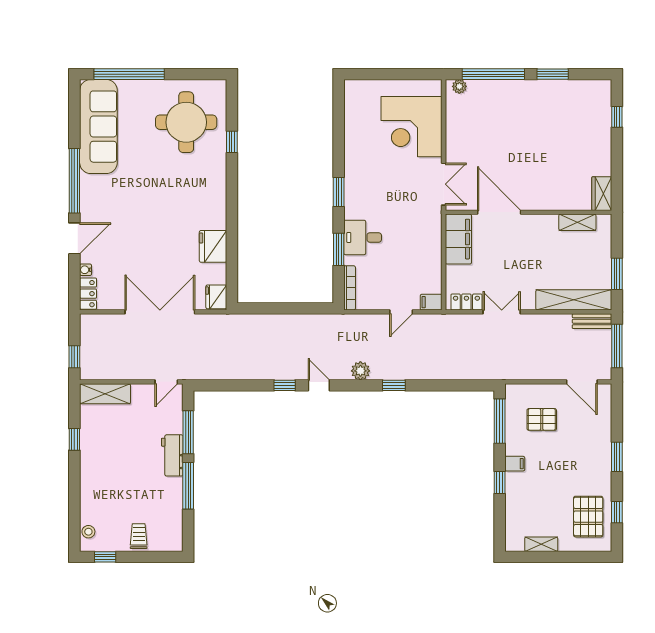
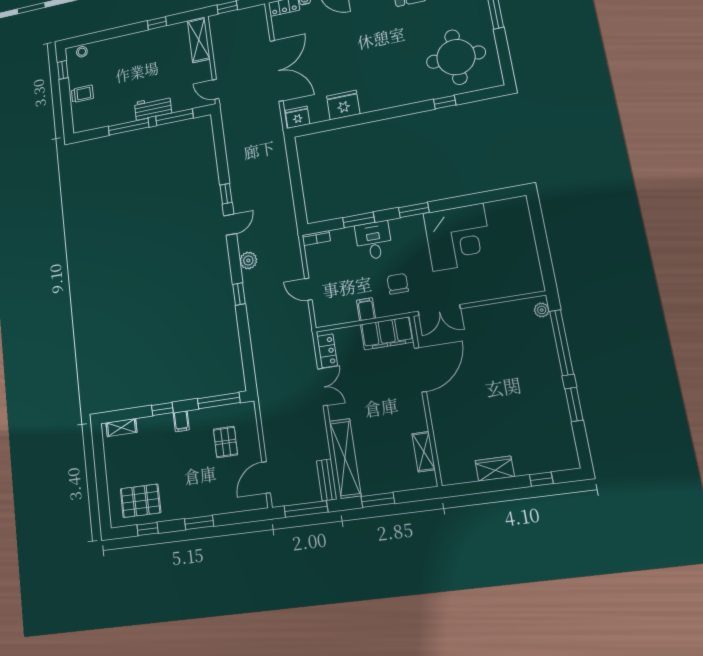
corner desk: (412, 127) -> (458, 237), moved, turned 180
wardrobe: (602, 194) -> (495, 469), moved
chair: (411, 220) -> (398, 284), added
bookcase: (350, 288) -> (316, 238), width x0.64
filing cabinet: (431, 302) -> (366, 309), moved
shelving: (541, 544) -> (121, 428), moved, turned 90

